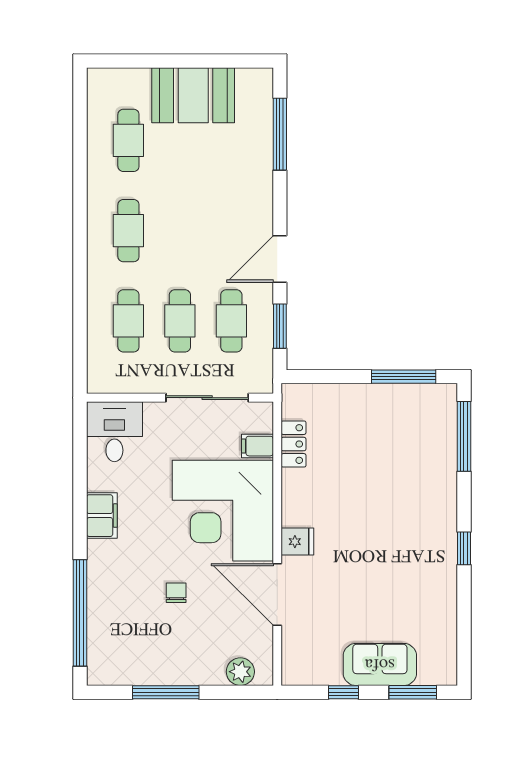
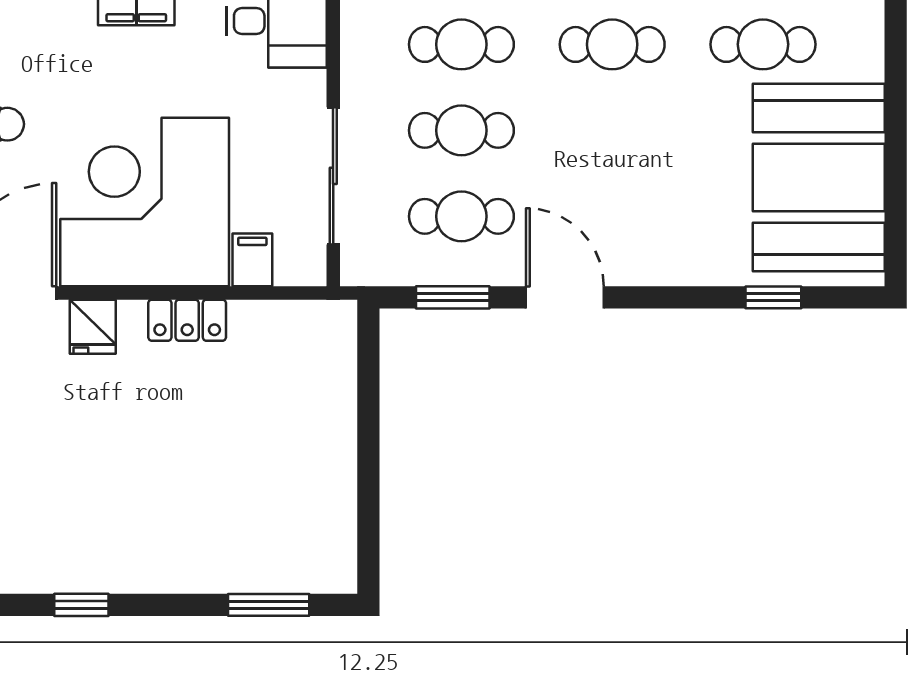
booth: (193, 95) -> (819, 177), width x1.36, depth x1.42
window: (280, 134) -> (773, 297), width x0.46
window: (404, 377) -> (368, 504), removed
window: (464, 436) -> (269, 605), width x0.69
locker: (294, 444) -> (187, 320), moved

